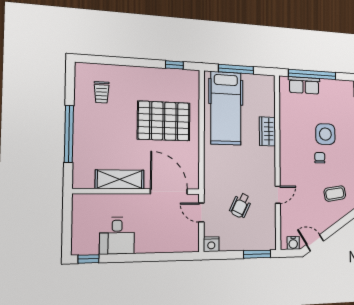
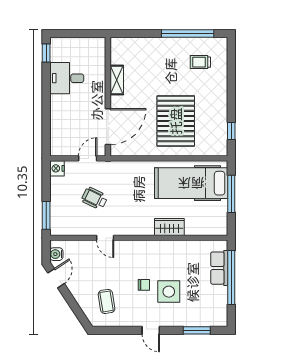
window: (69, 134) -> (188, 34), moved
shelving: (120, 179) -> (117, 80), width x0.67, depth x0.75

